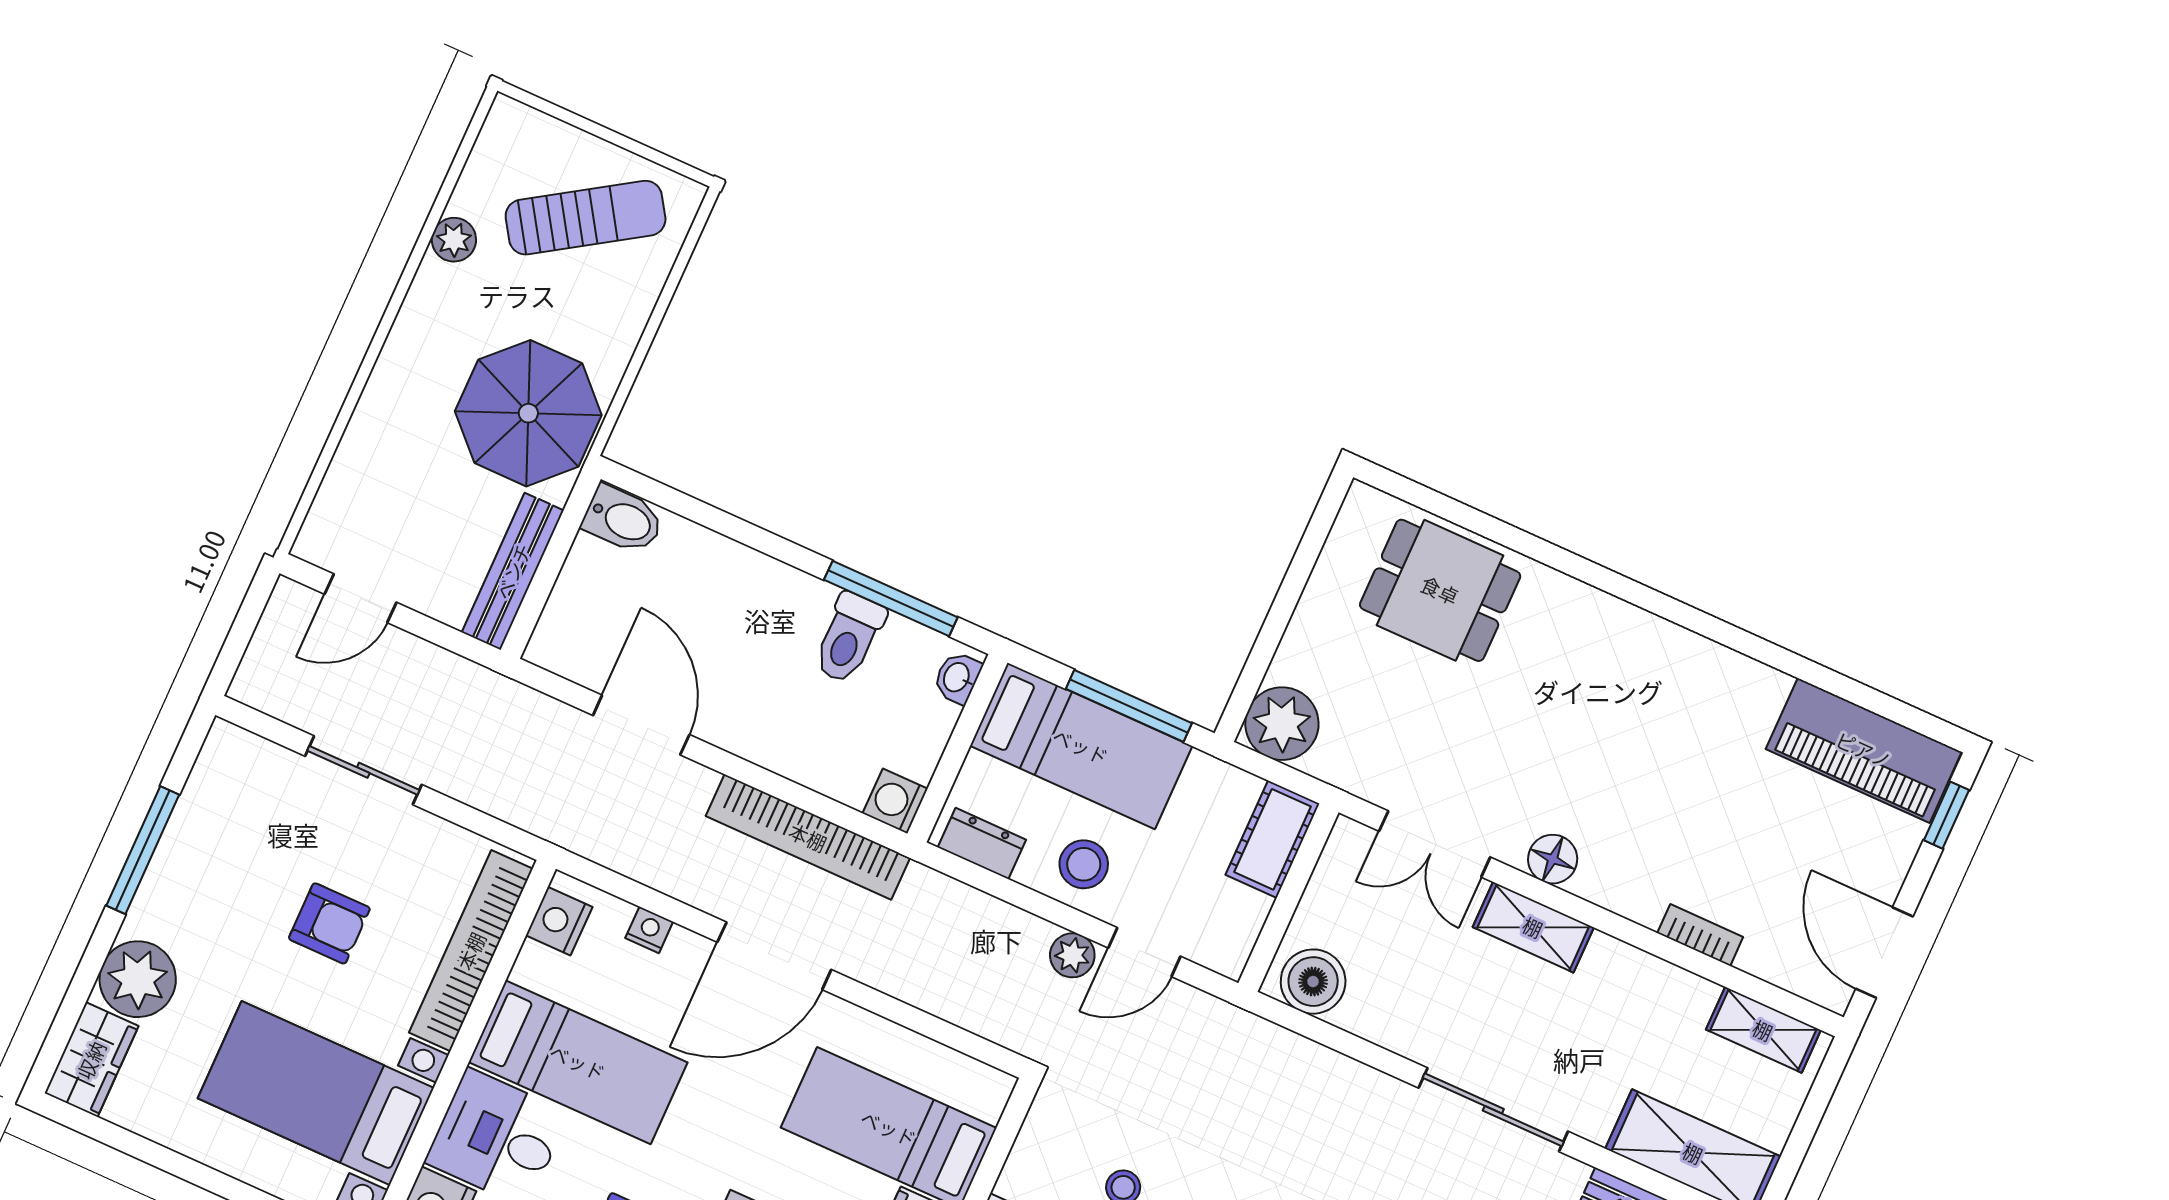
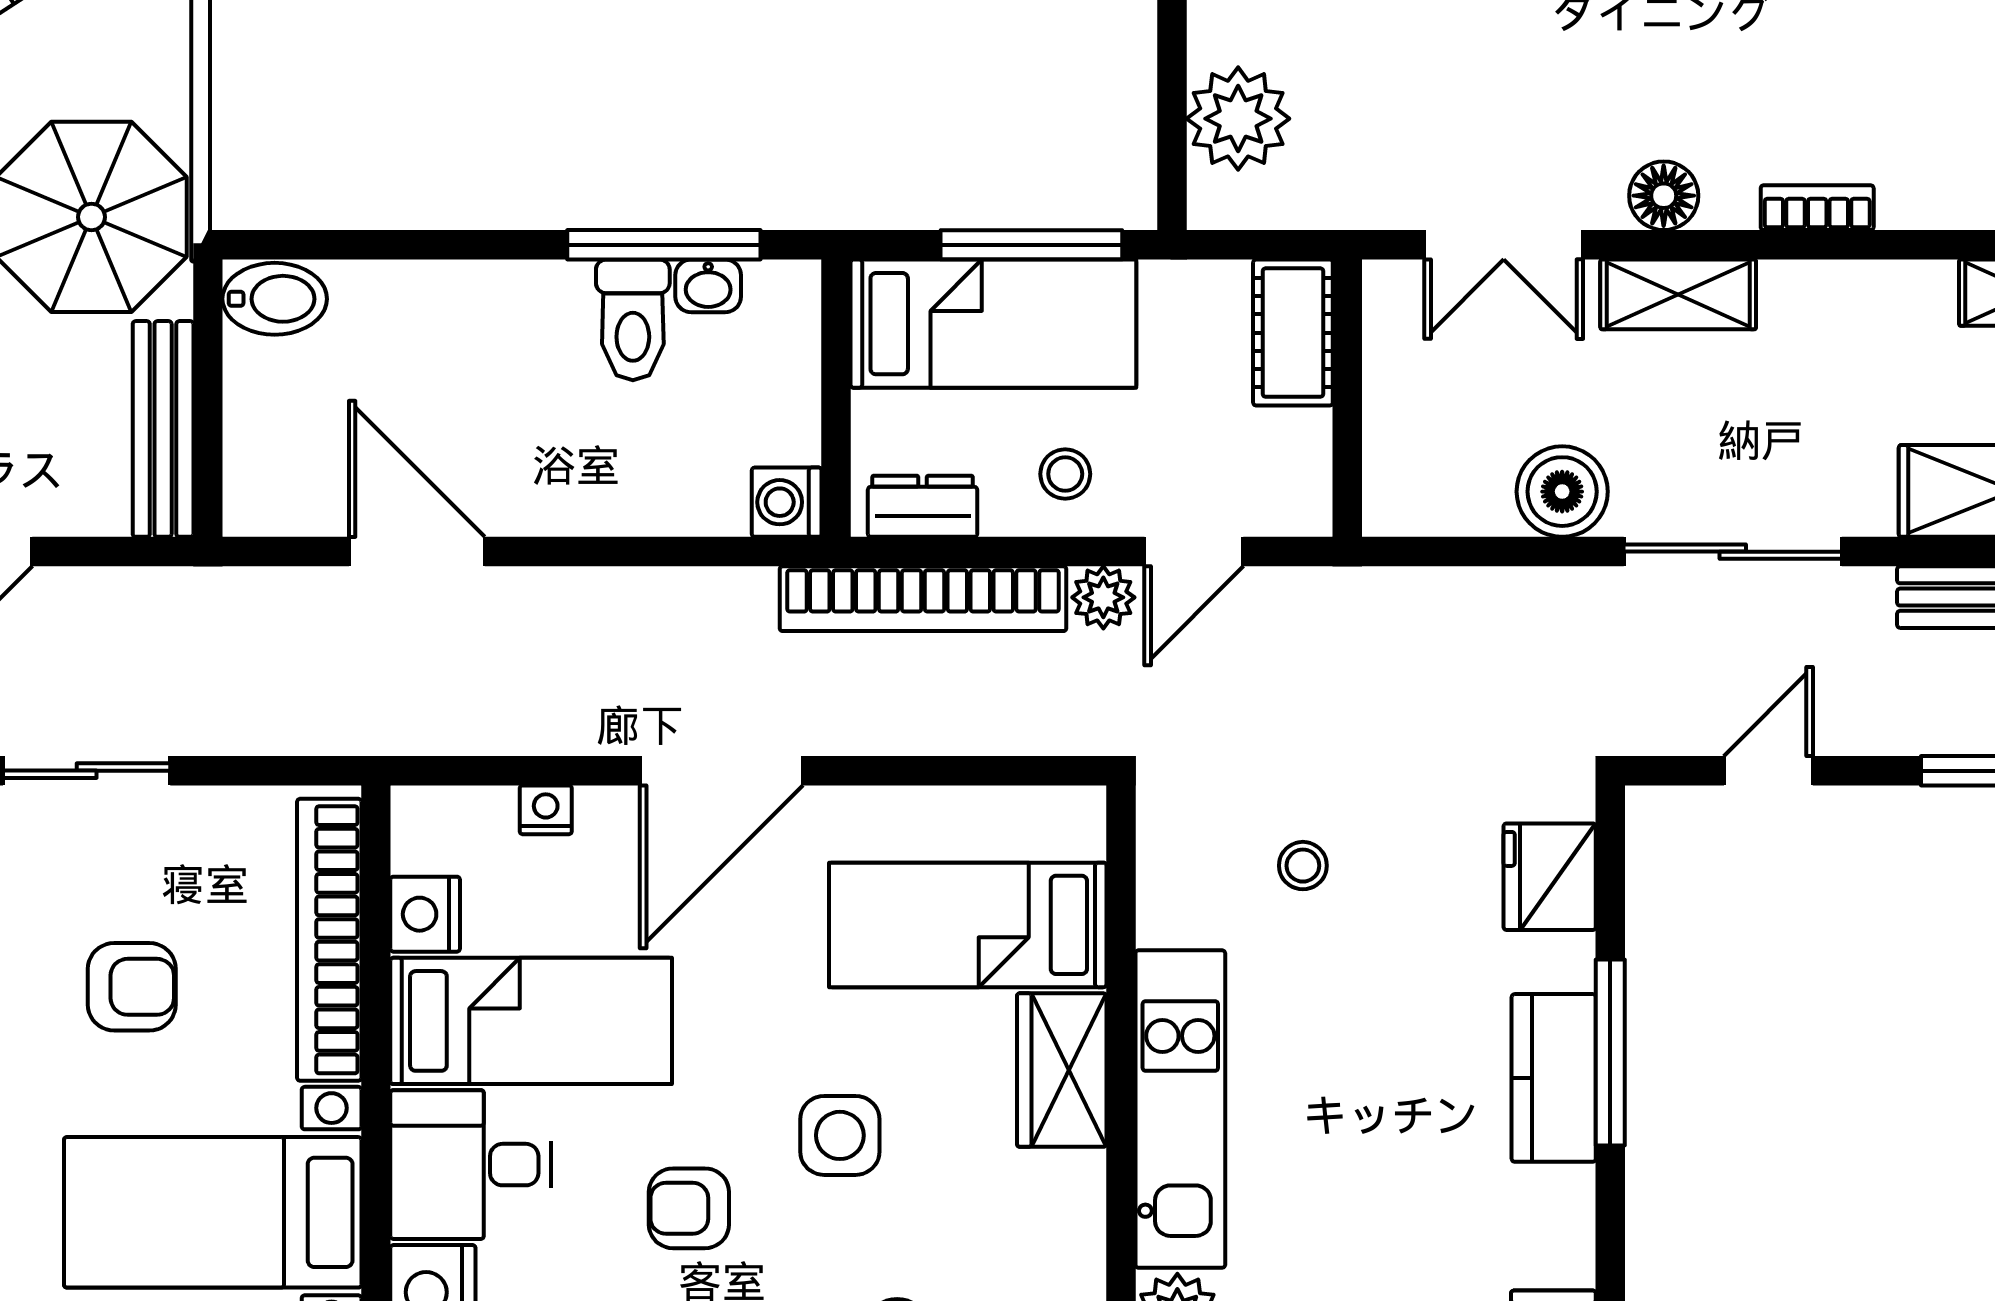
washbasin: (957, 678) -> (708, 286), moved, turned -90
plant: (1282, 724) -> (1238, 119), moved
bookcase: (808, 837) -> (923, 599), moved
stool: (1084, 864) -> (1065, 474), width x0.73, depth x0.73
nightstand: (559, 921) -> (425, 914), moved
bookcase: (1700, 935) -> (1817, 208), moved
boiler: (1313, 982) -> (1562, 492), moved

